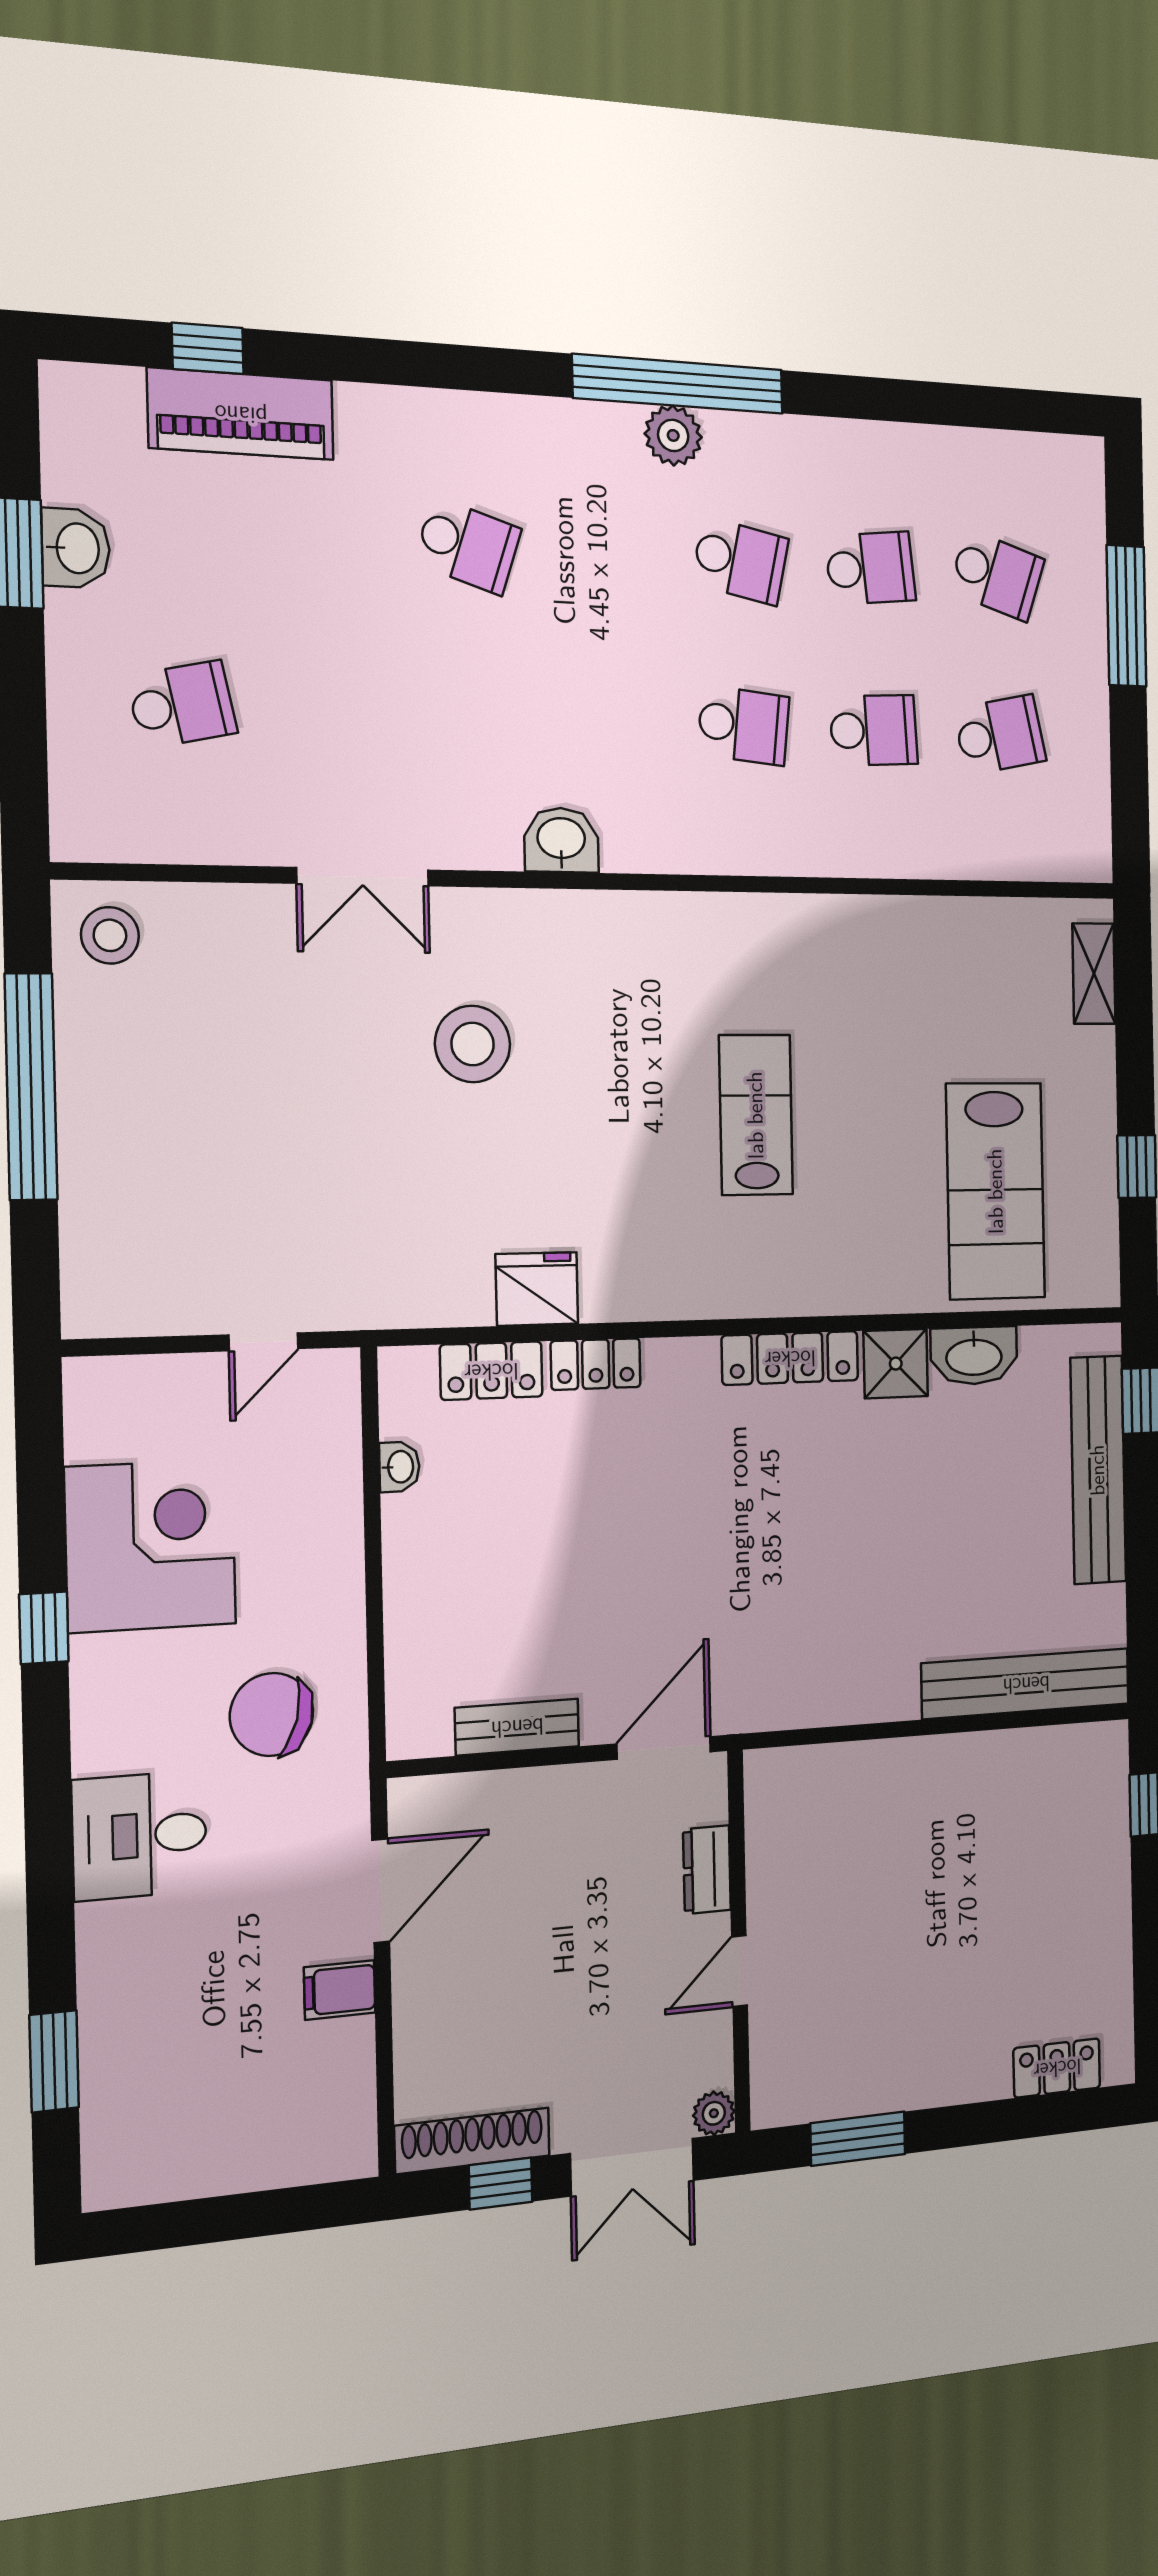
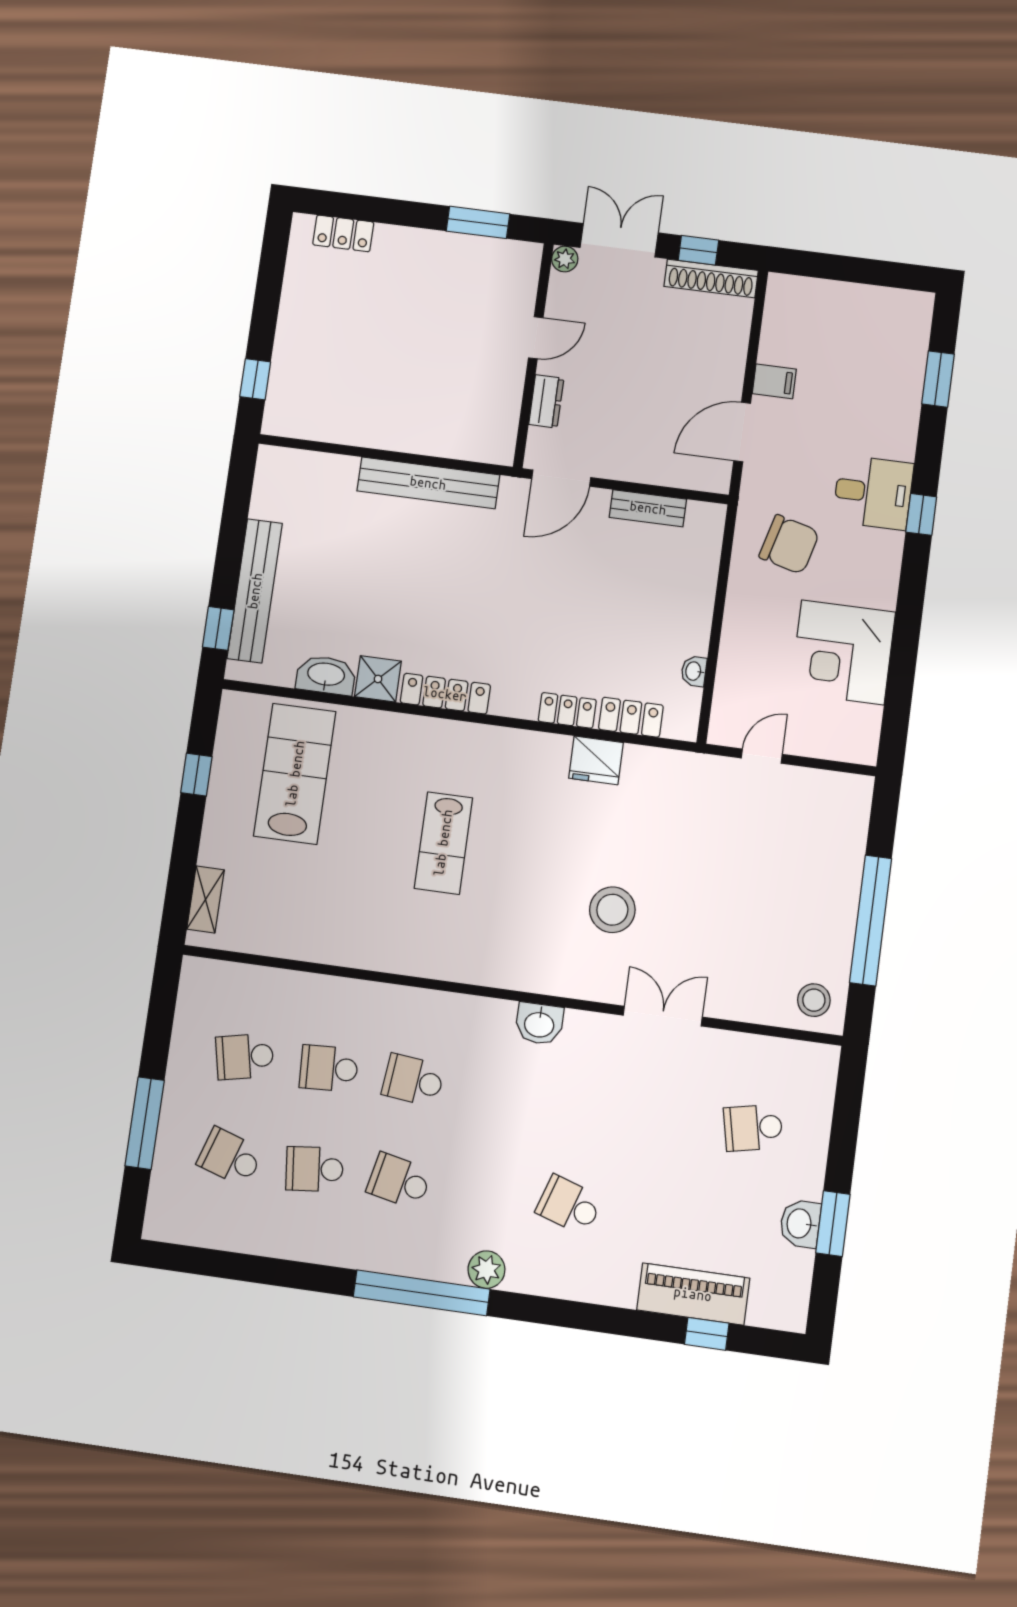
plant: (673, 435) -> (486, 1270), moved
window: (44, 1628) -> (921, 514), moved
bench: (1026, 1684) -> (428, 483), moved

